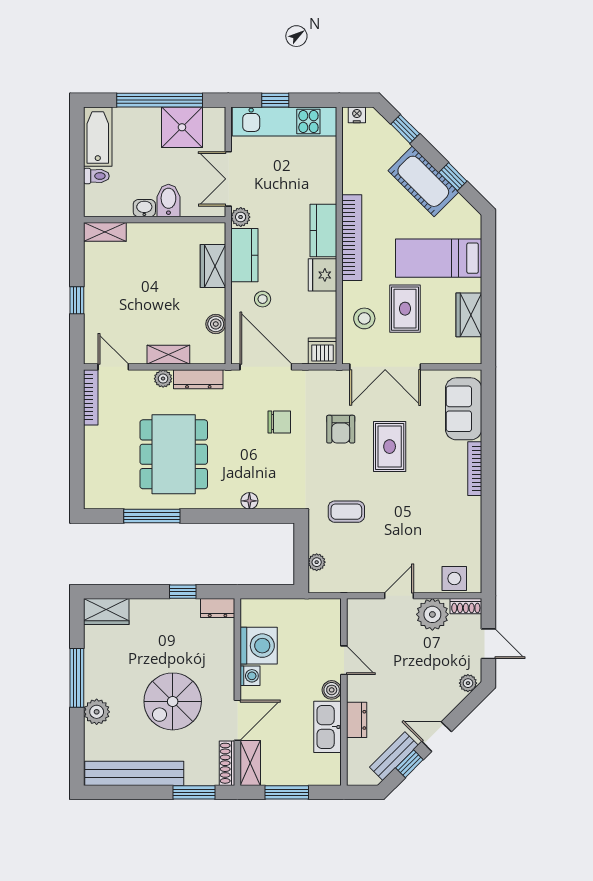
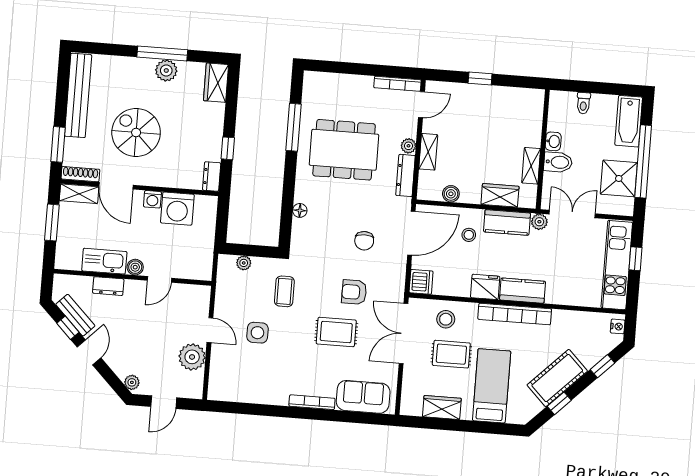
bathtub: (98, 137) -> (629, 121), moved, turned 90
shelving: (105, 232) -> (531, 166), moved
side table: (454, 578) -> (257, 333), moved
shoe rack: (466, 606) -> (197, 386), removed
plant: (97, 712) -> (166, 70), moved

